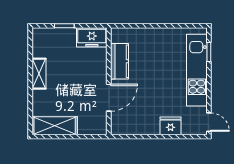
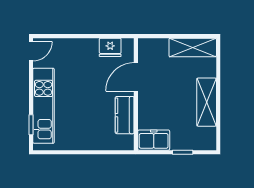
shelving: (39, 74) -> (207, 102), width x1.50, depth x1.33
door: (209, 122) -> (31, 51), swing flipped
fridge: (170, 126) -> (110, 47), moved

